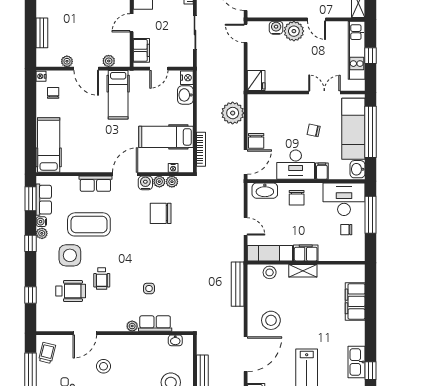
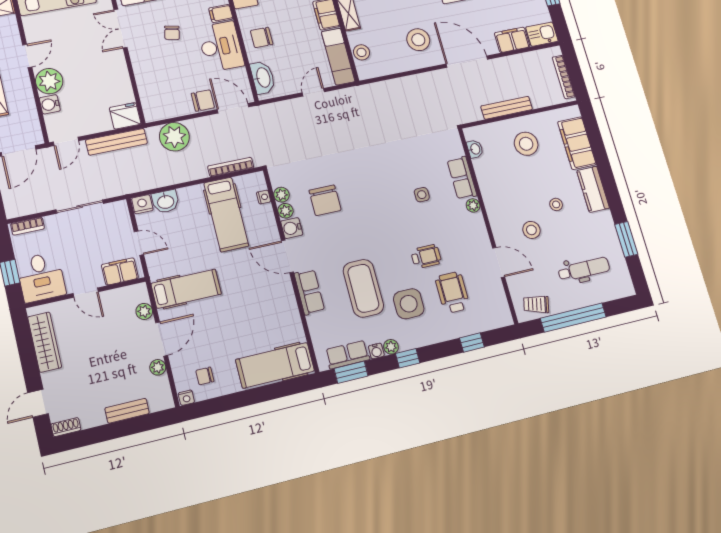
chair: (297, 198) -> (262, 38), turned 180
bench: (238, 284) -> (116, 142), moved

